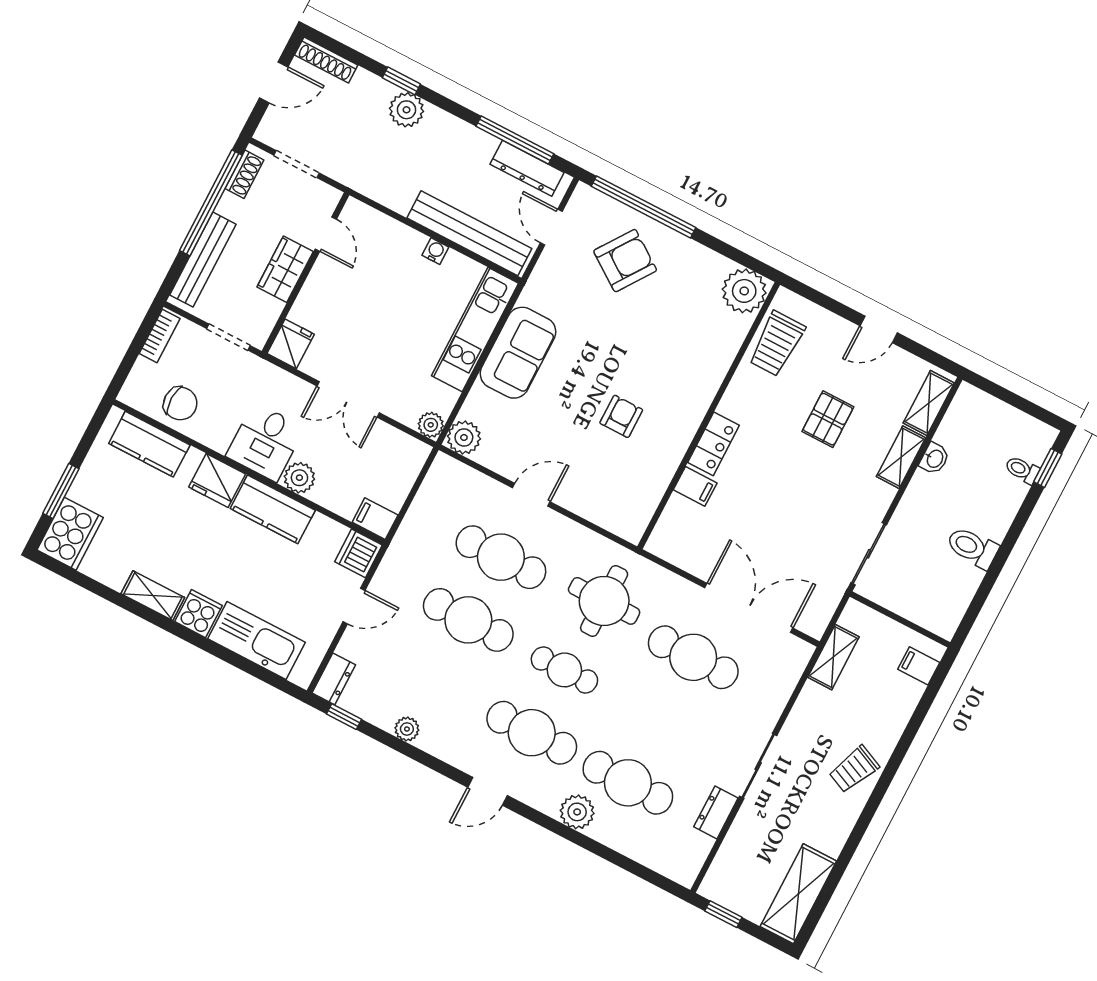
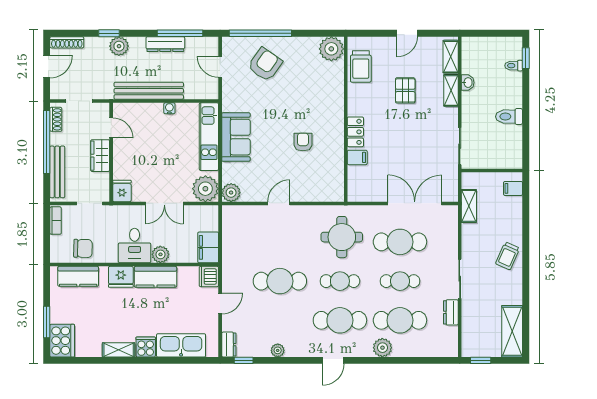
dresser: (527, 168) -> (165, 44), moved
bench: (469, 233) -> (149, 91), moved
plant: (431, 425) -> (205, 189), width x1.88, depth x1.88
filing cabinet: (375, 519) -> (208, 247), width x2.00
cafe table: (501, 557) -> (400, 281), moved, width x0.73, depth x0.74

